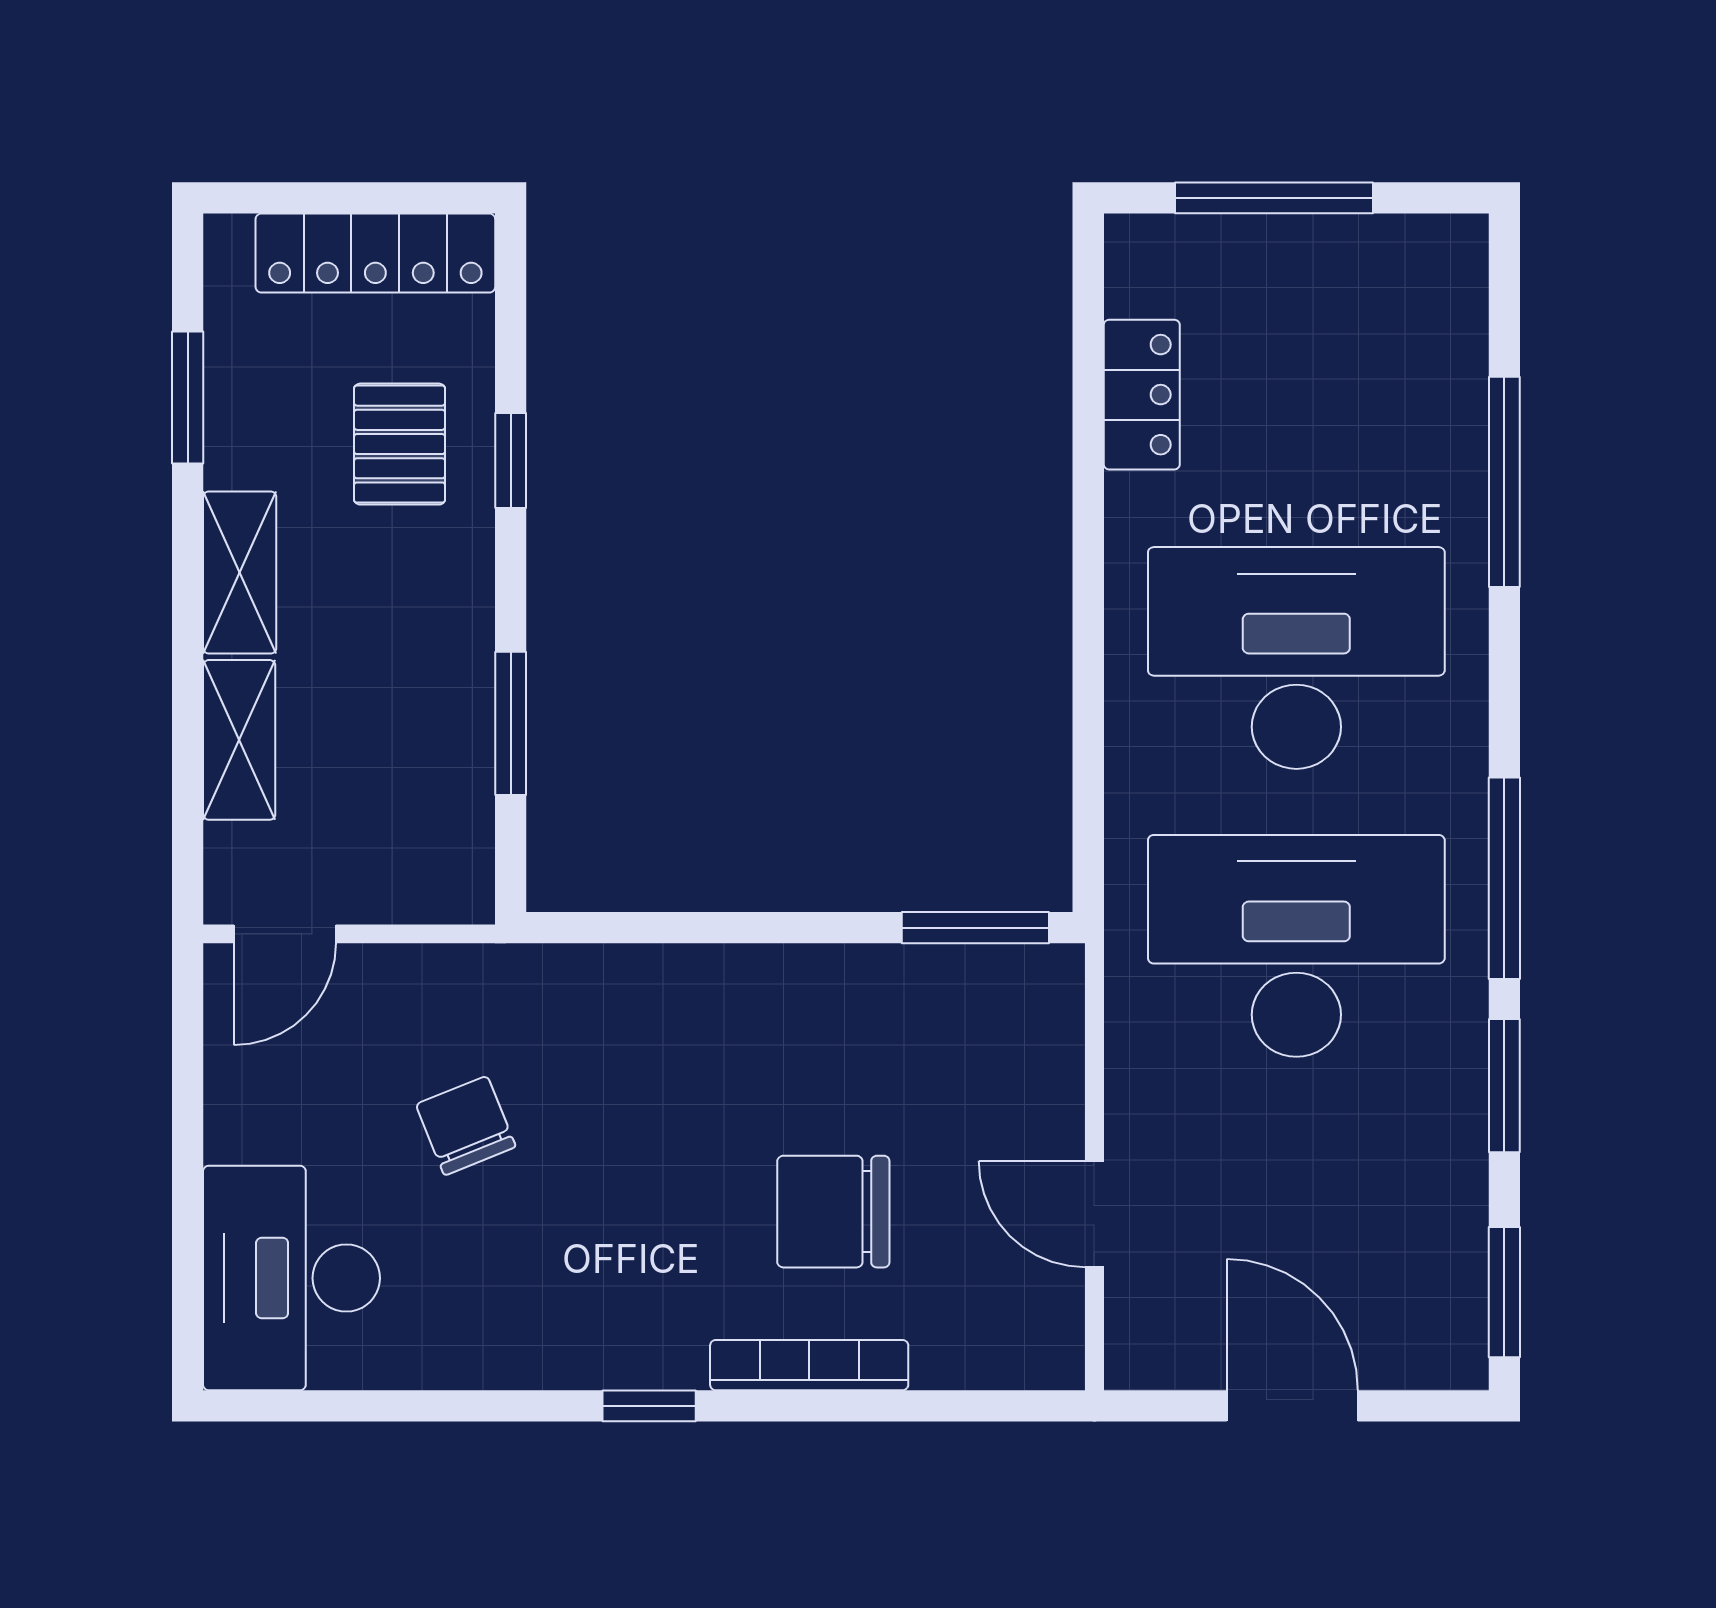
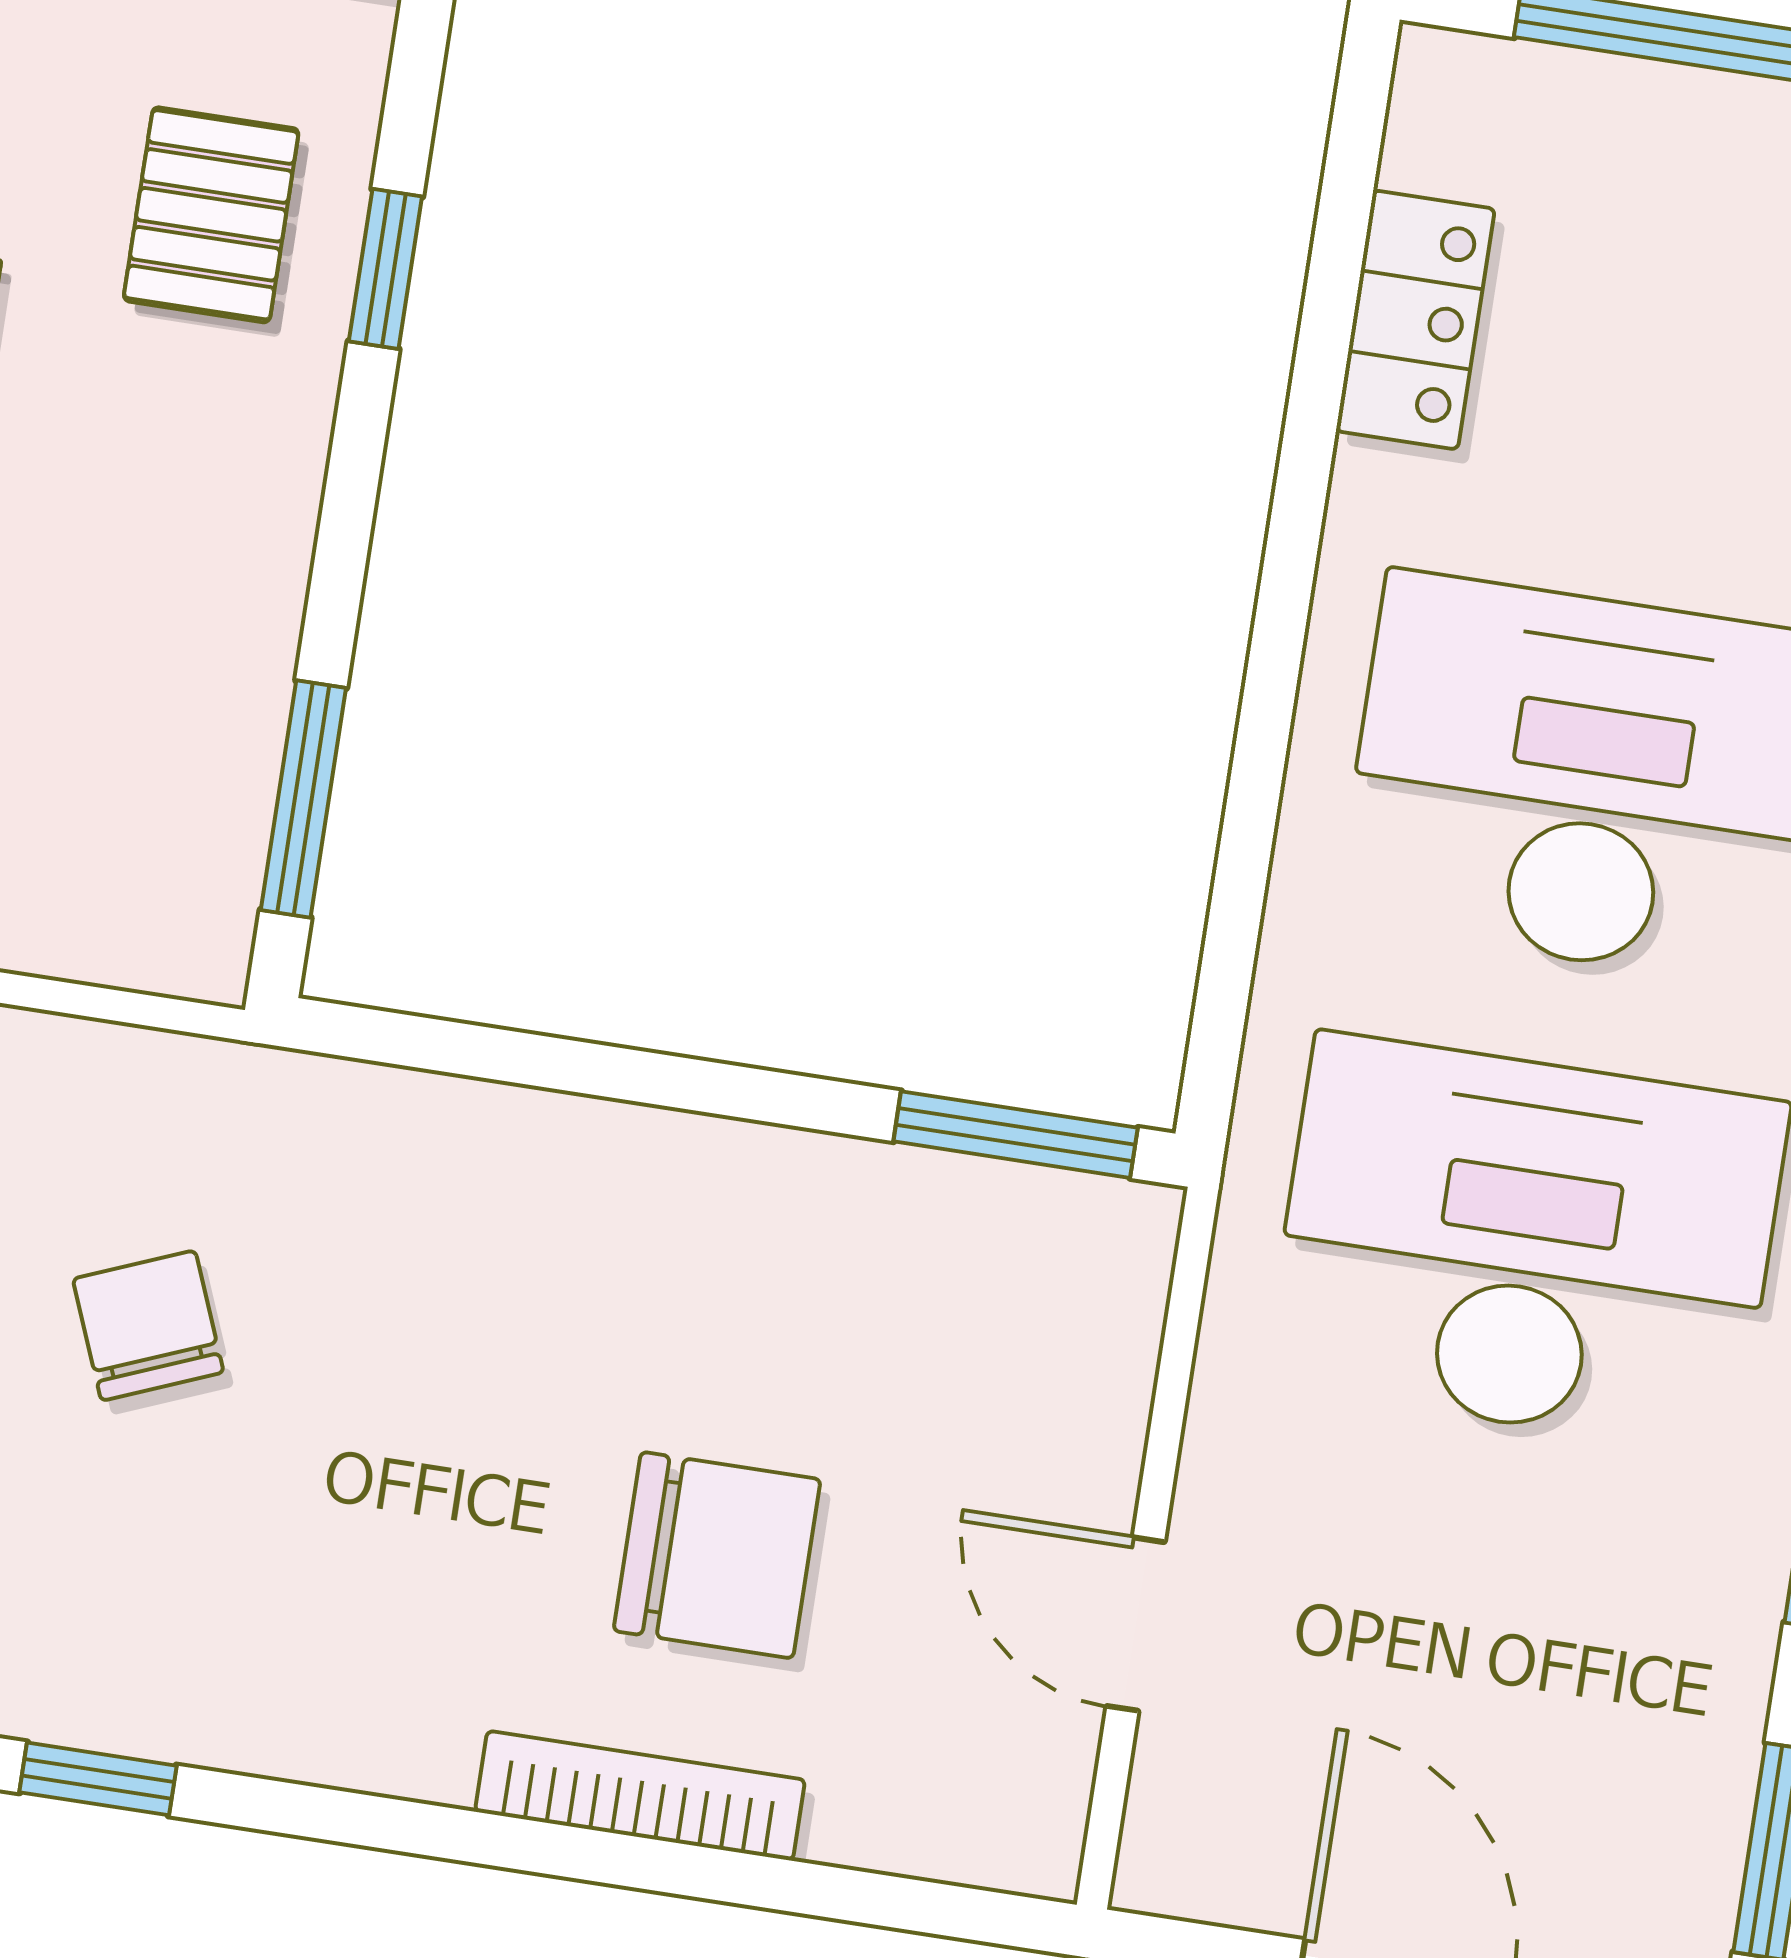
window: (511, 723) -> (303, 799), moved
chair: (833, 1212) -> (717, 1555), turned 180
window: (649, 1406) -> (98, 1779), moved

